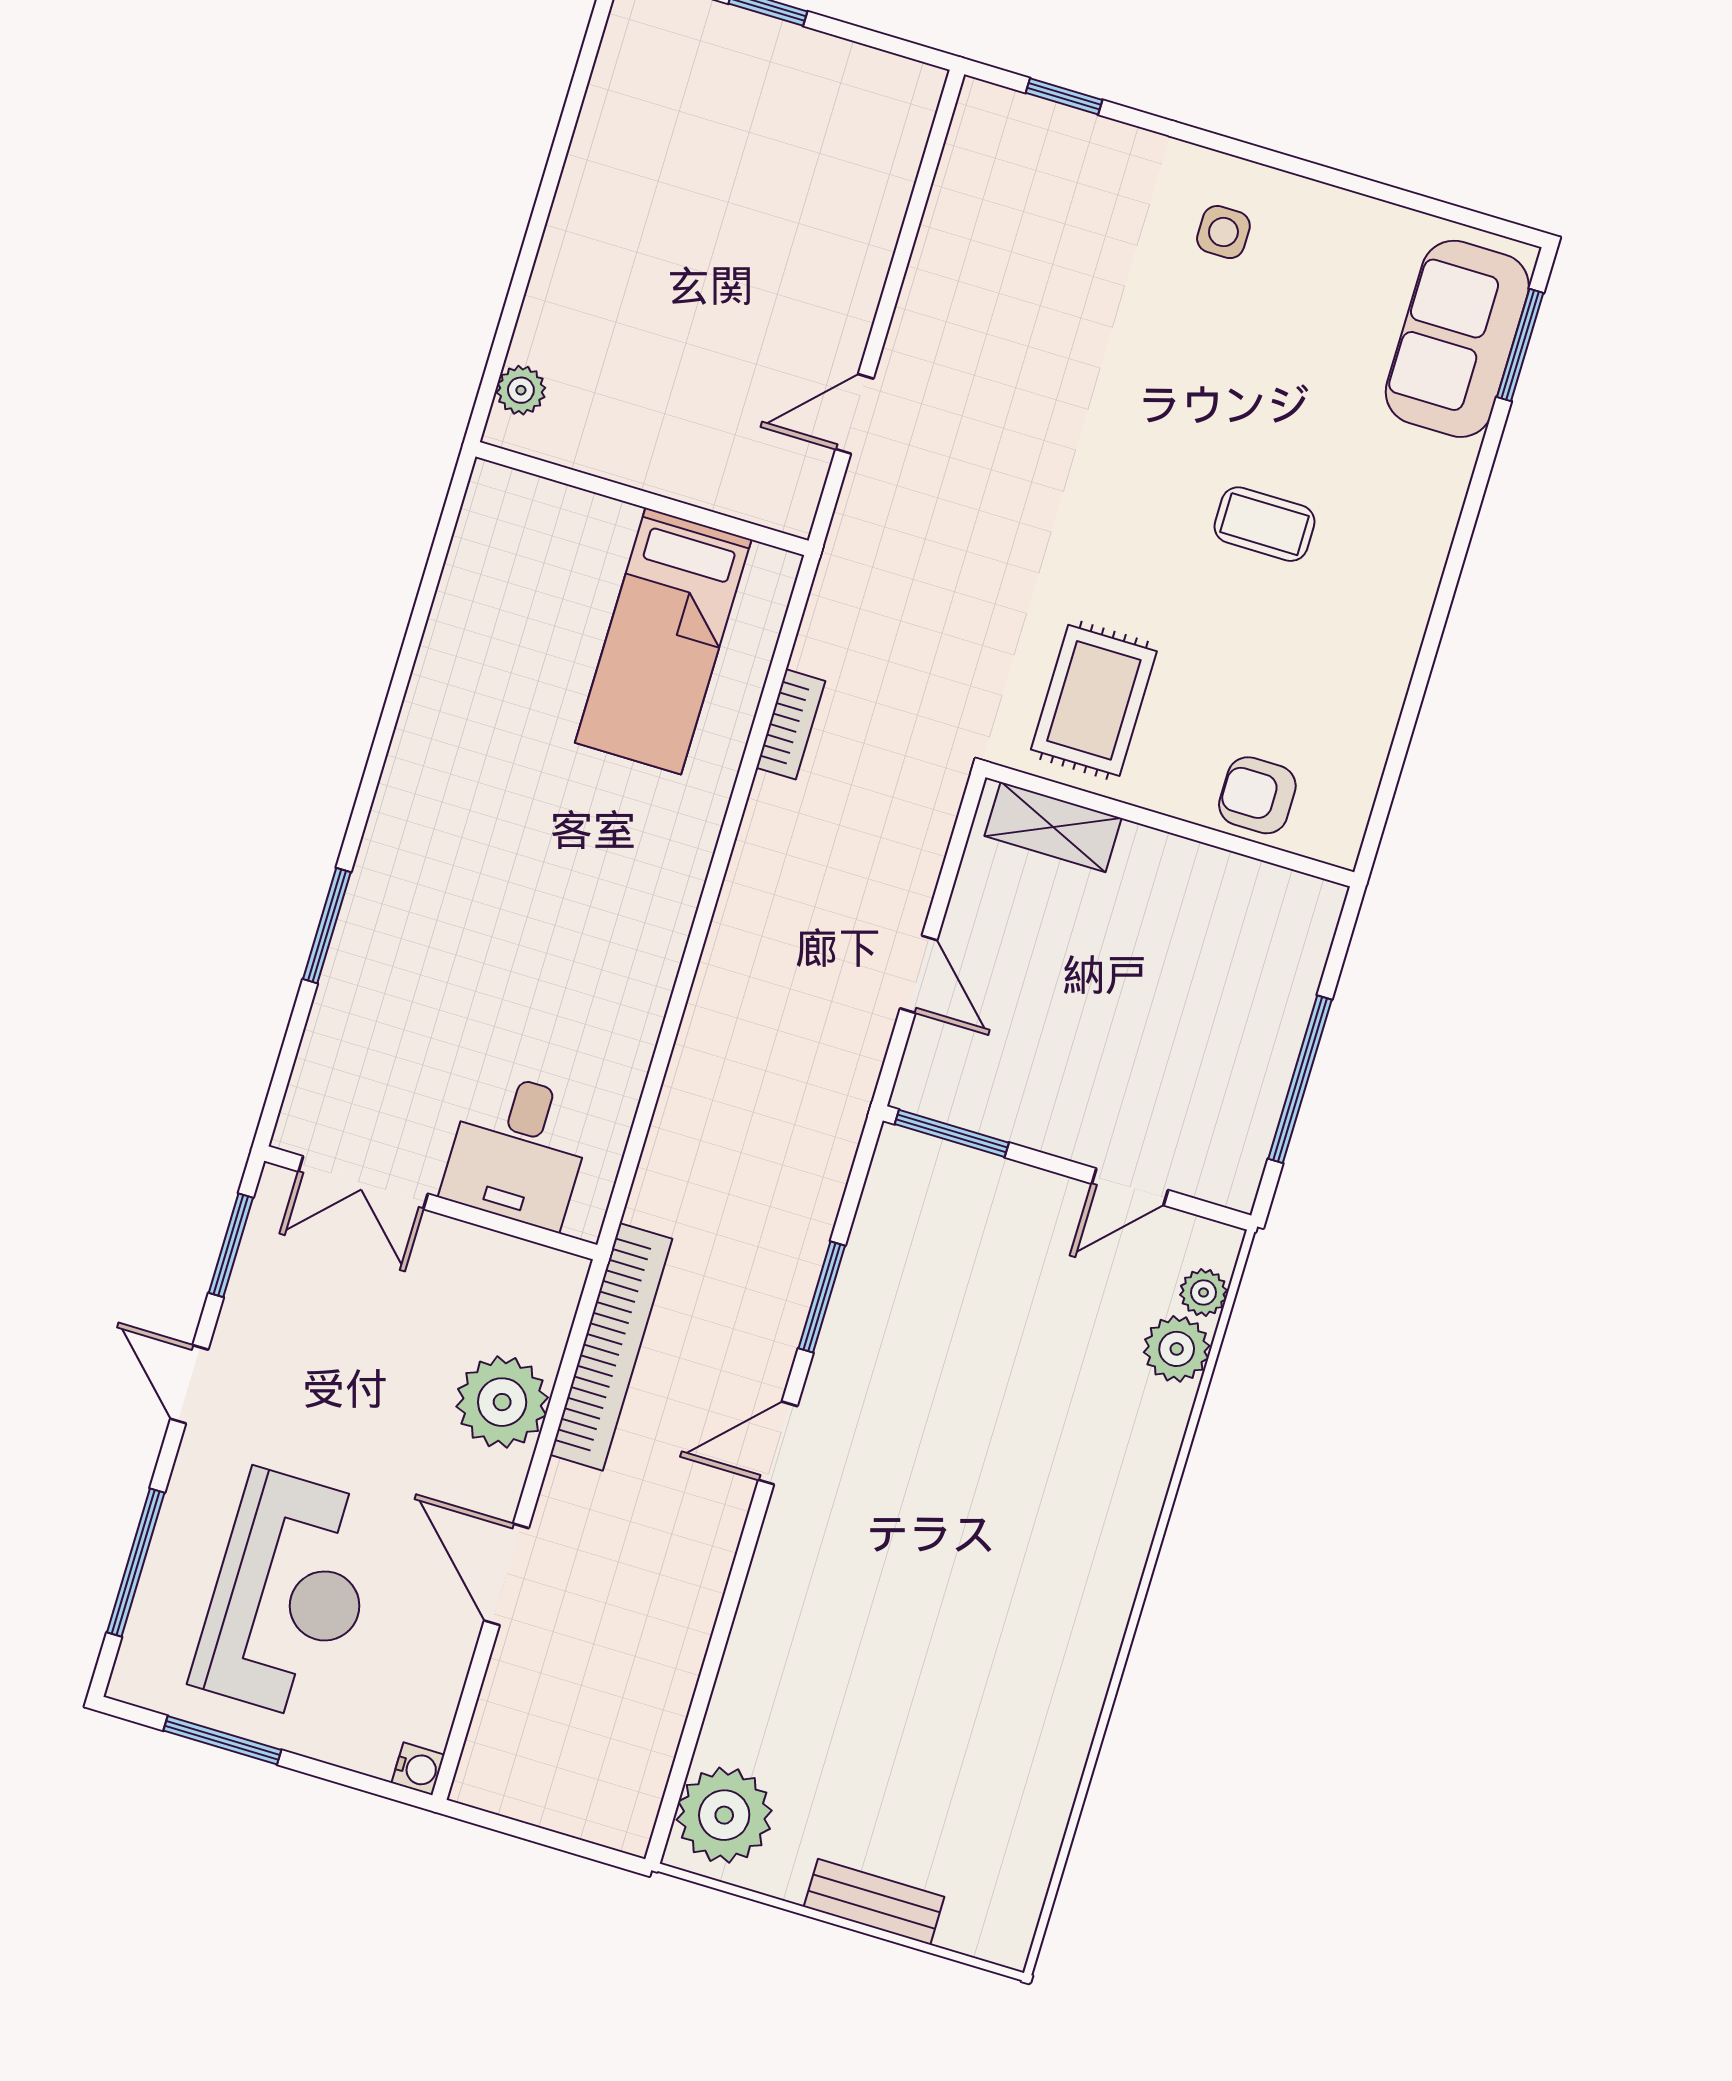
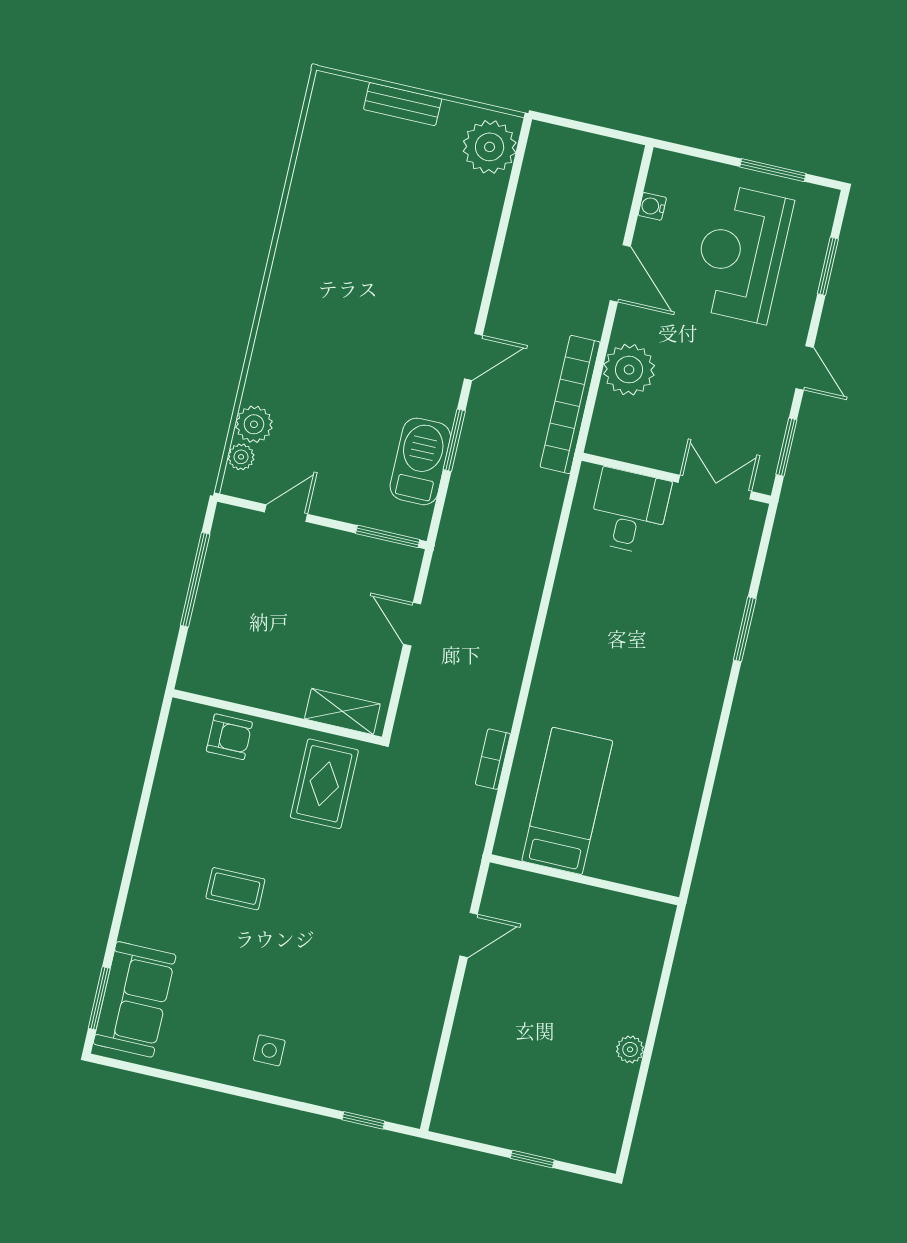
plant: (521, 390) -> (630, 1049), moved
barbecue: (885, 1263) -> (420, 461), added
window: (136, 1562) -> (828, 266), width x0.69
water cooler: (418, 1769) -> (652, 206), moved

